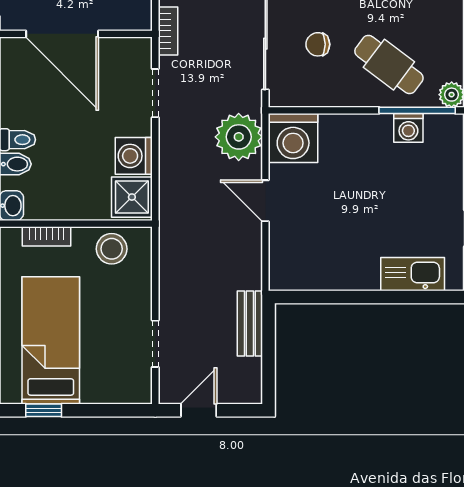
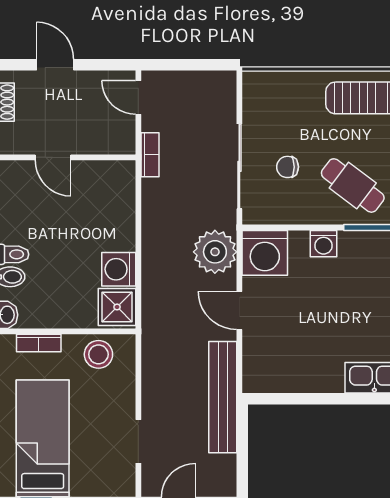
door: (62, 34) -> (53, 157), width x0.53
doorway: (155, 93) -> (138, 212), removed
washing machine: (408, 128) -> (324, 244), moved
bench: (250, 324) -> (223, 397), width x1.86, depth x1.21

